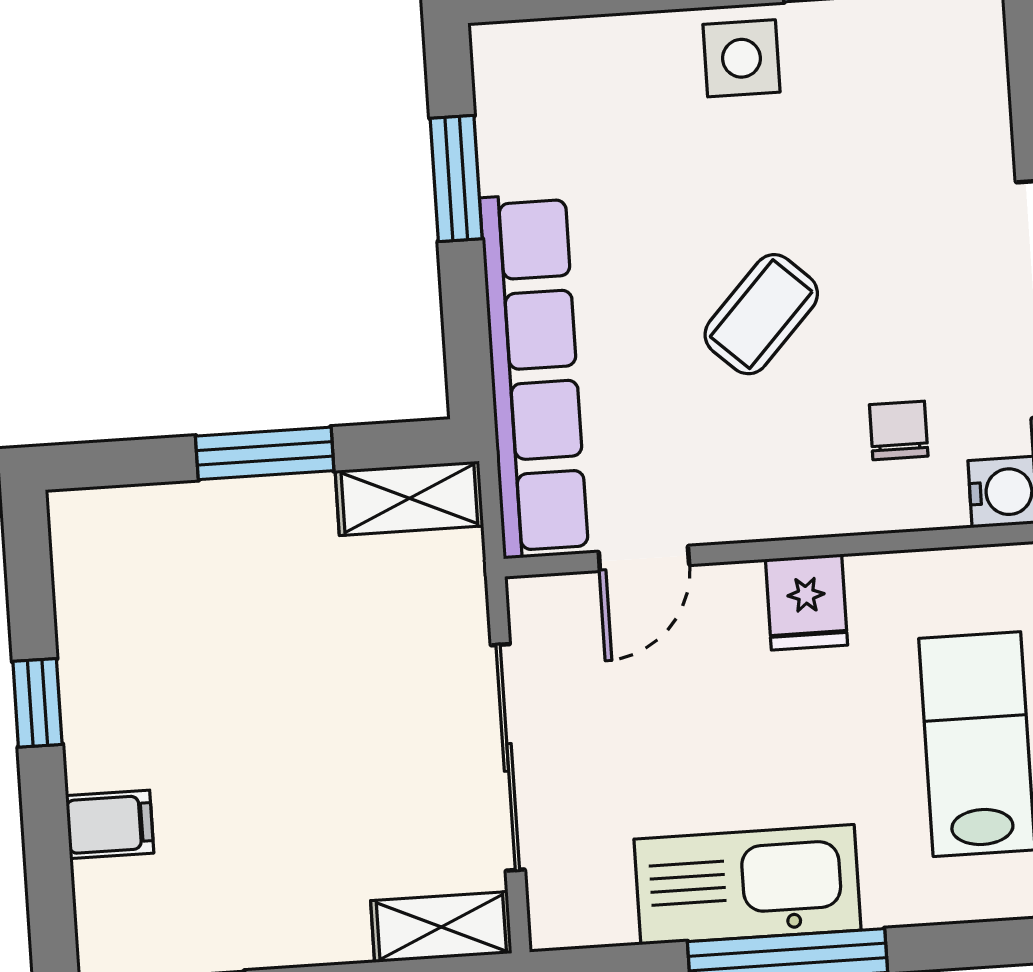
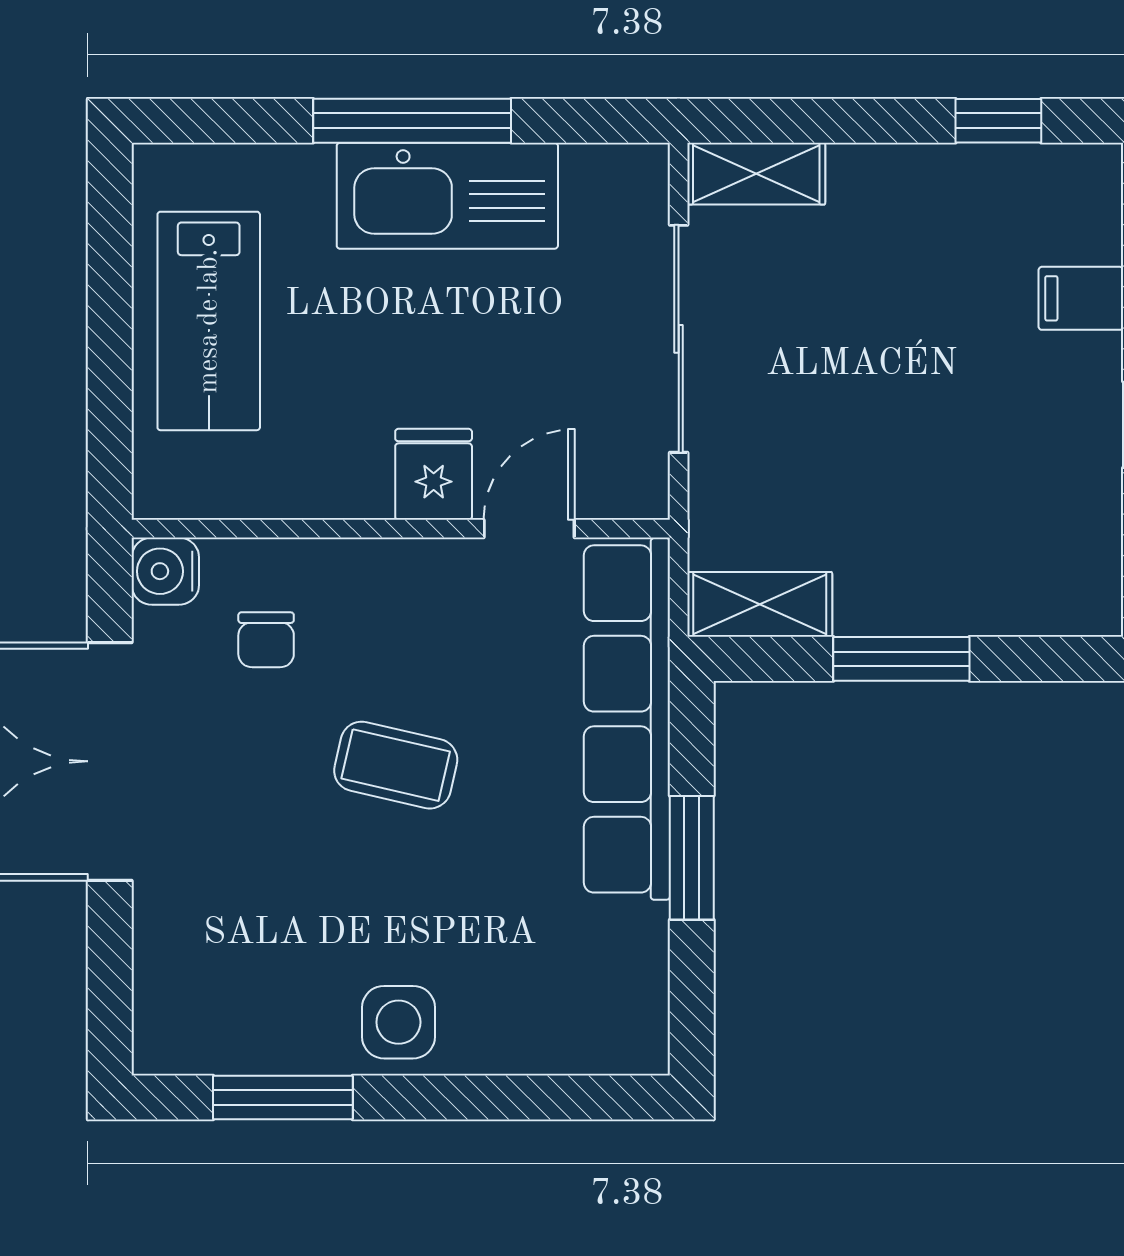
window: (456, 179) -> (692, 858), moved
coffee table: (761, 314) -> (396, 765), turned 60
fridge: (806, 602) -> (434, 474), moved

